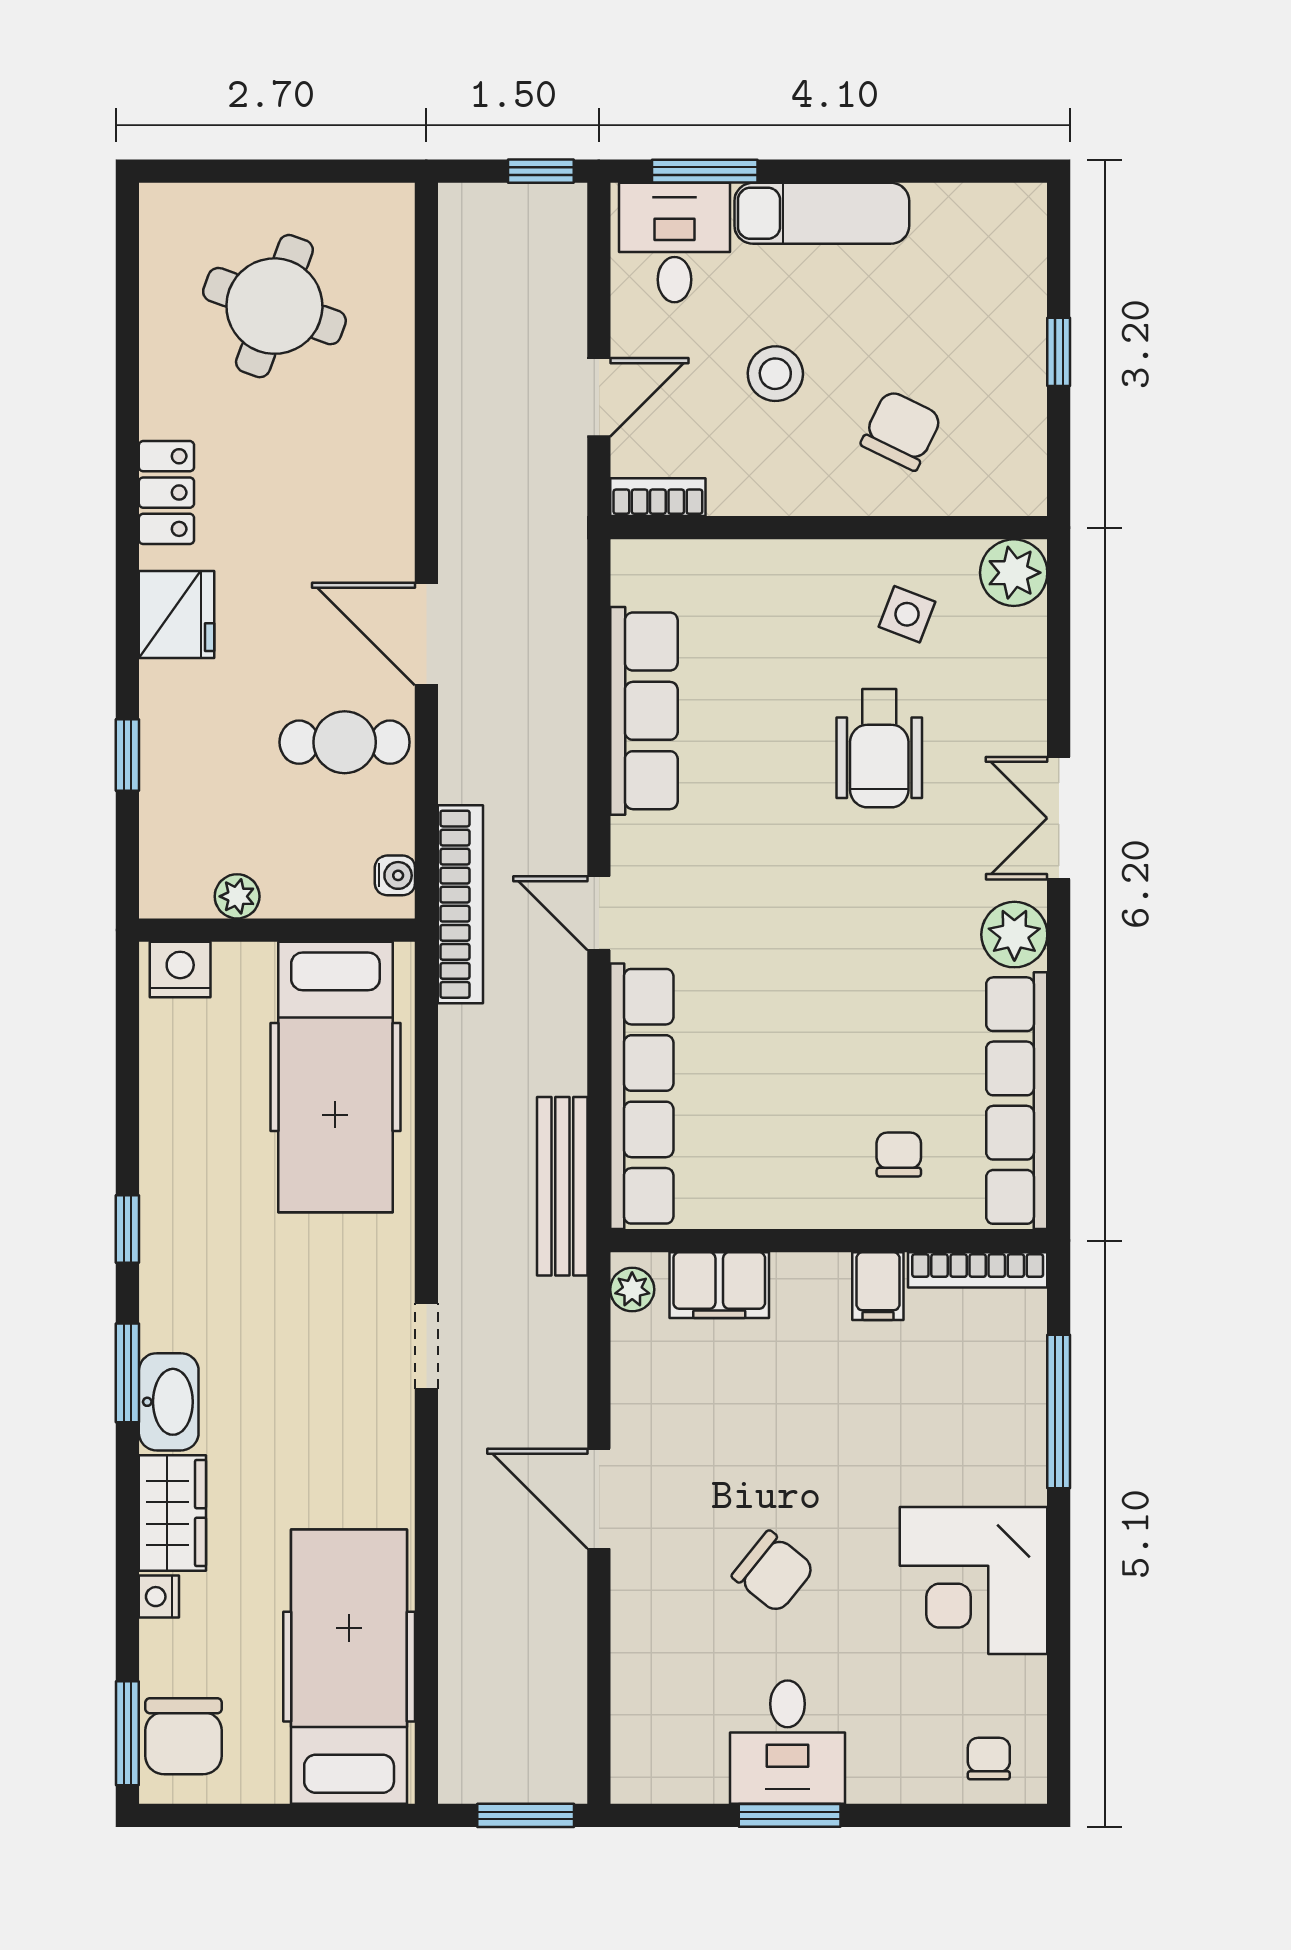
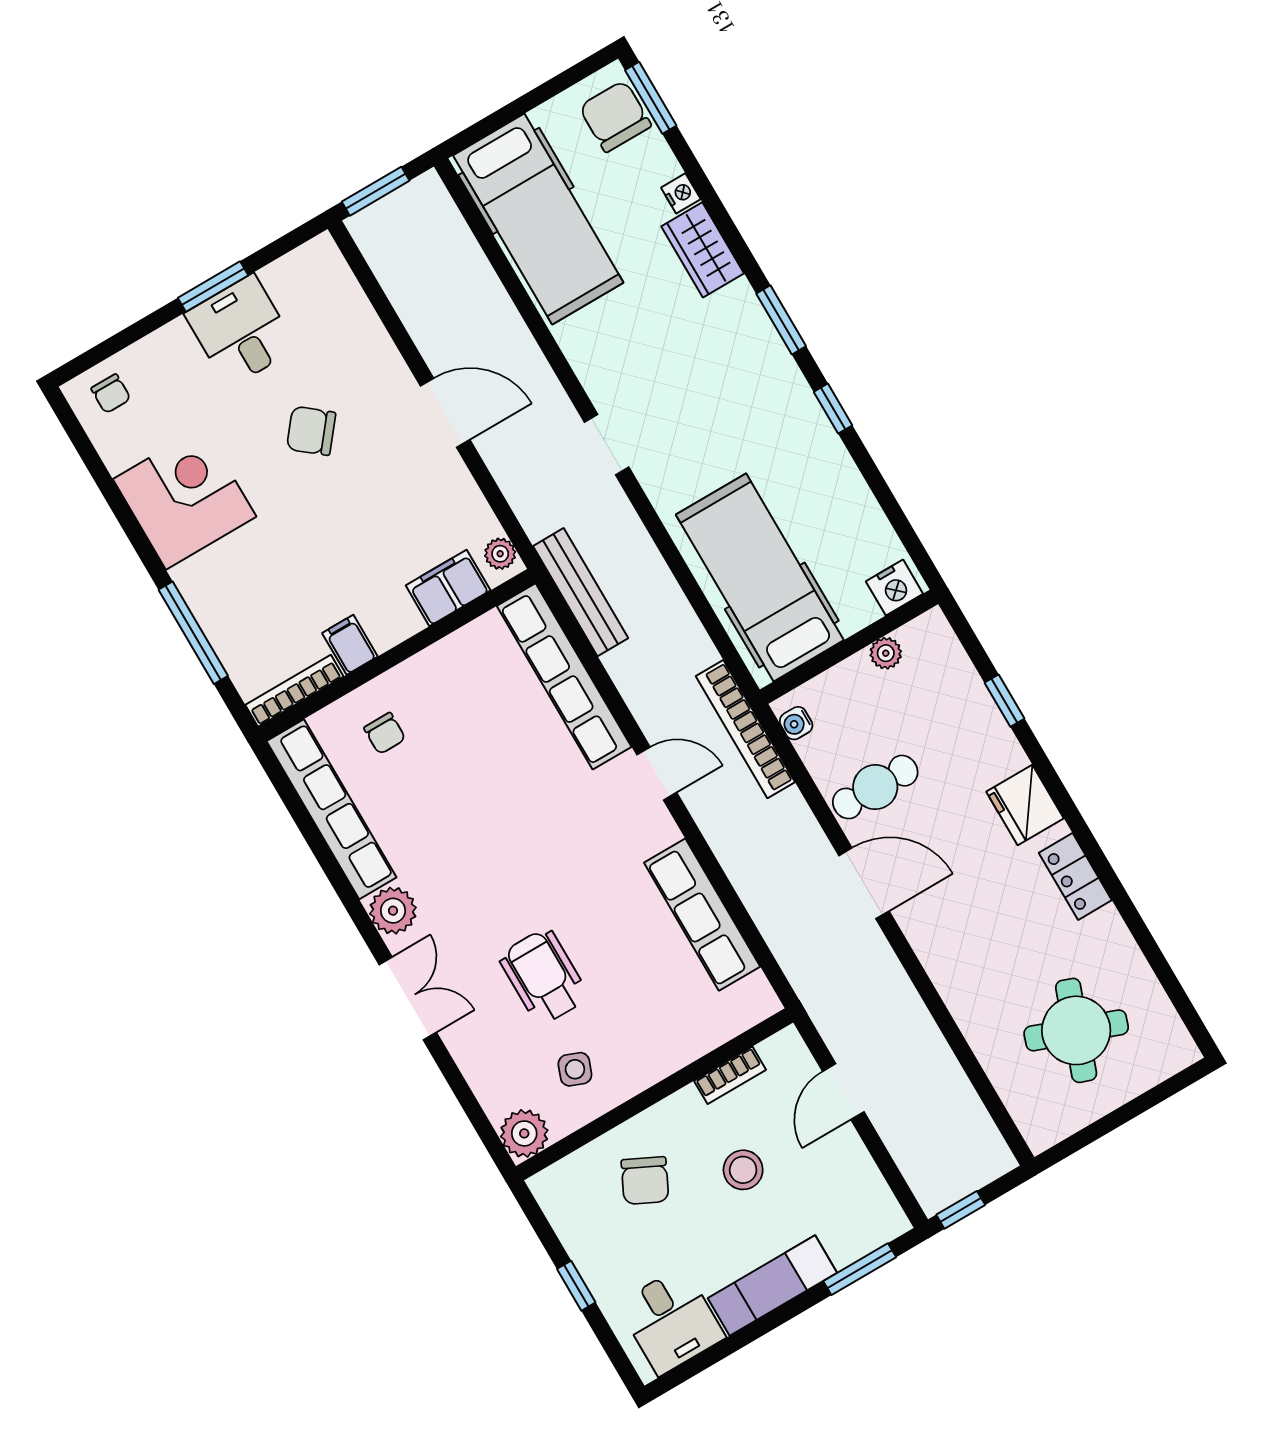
desk: (675, 243) -> (671, 1321), moved
bookcase: (658, 497) -> (730, 1075), moved
washbasin: (169, 1402) -> (745, 317), removed

